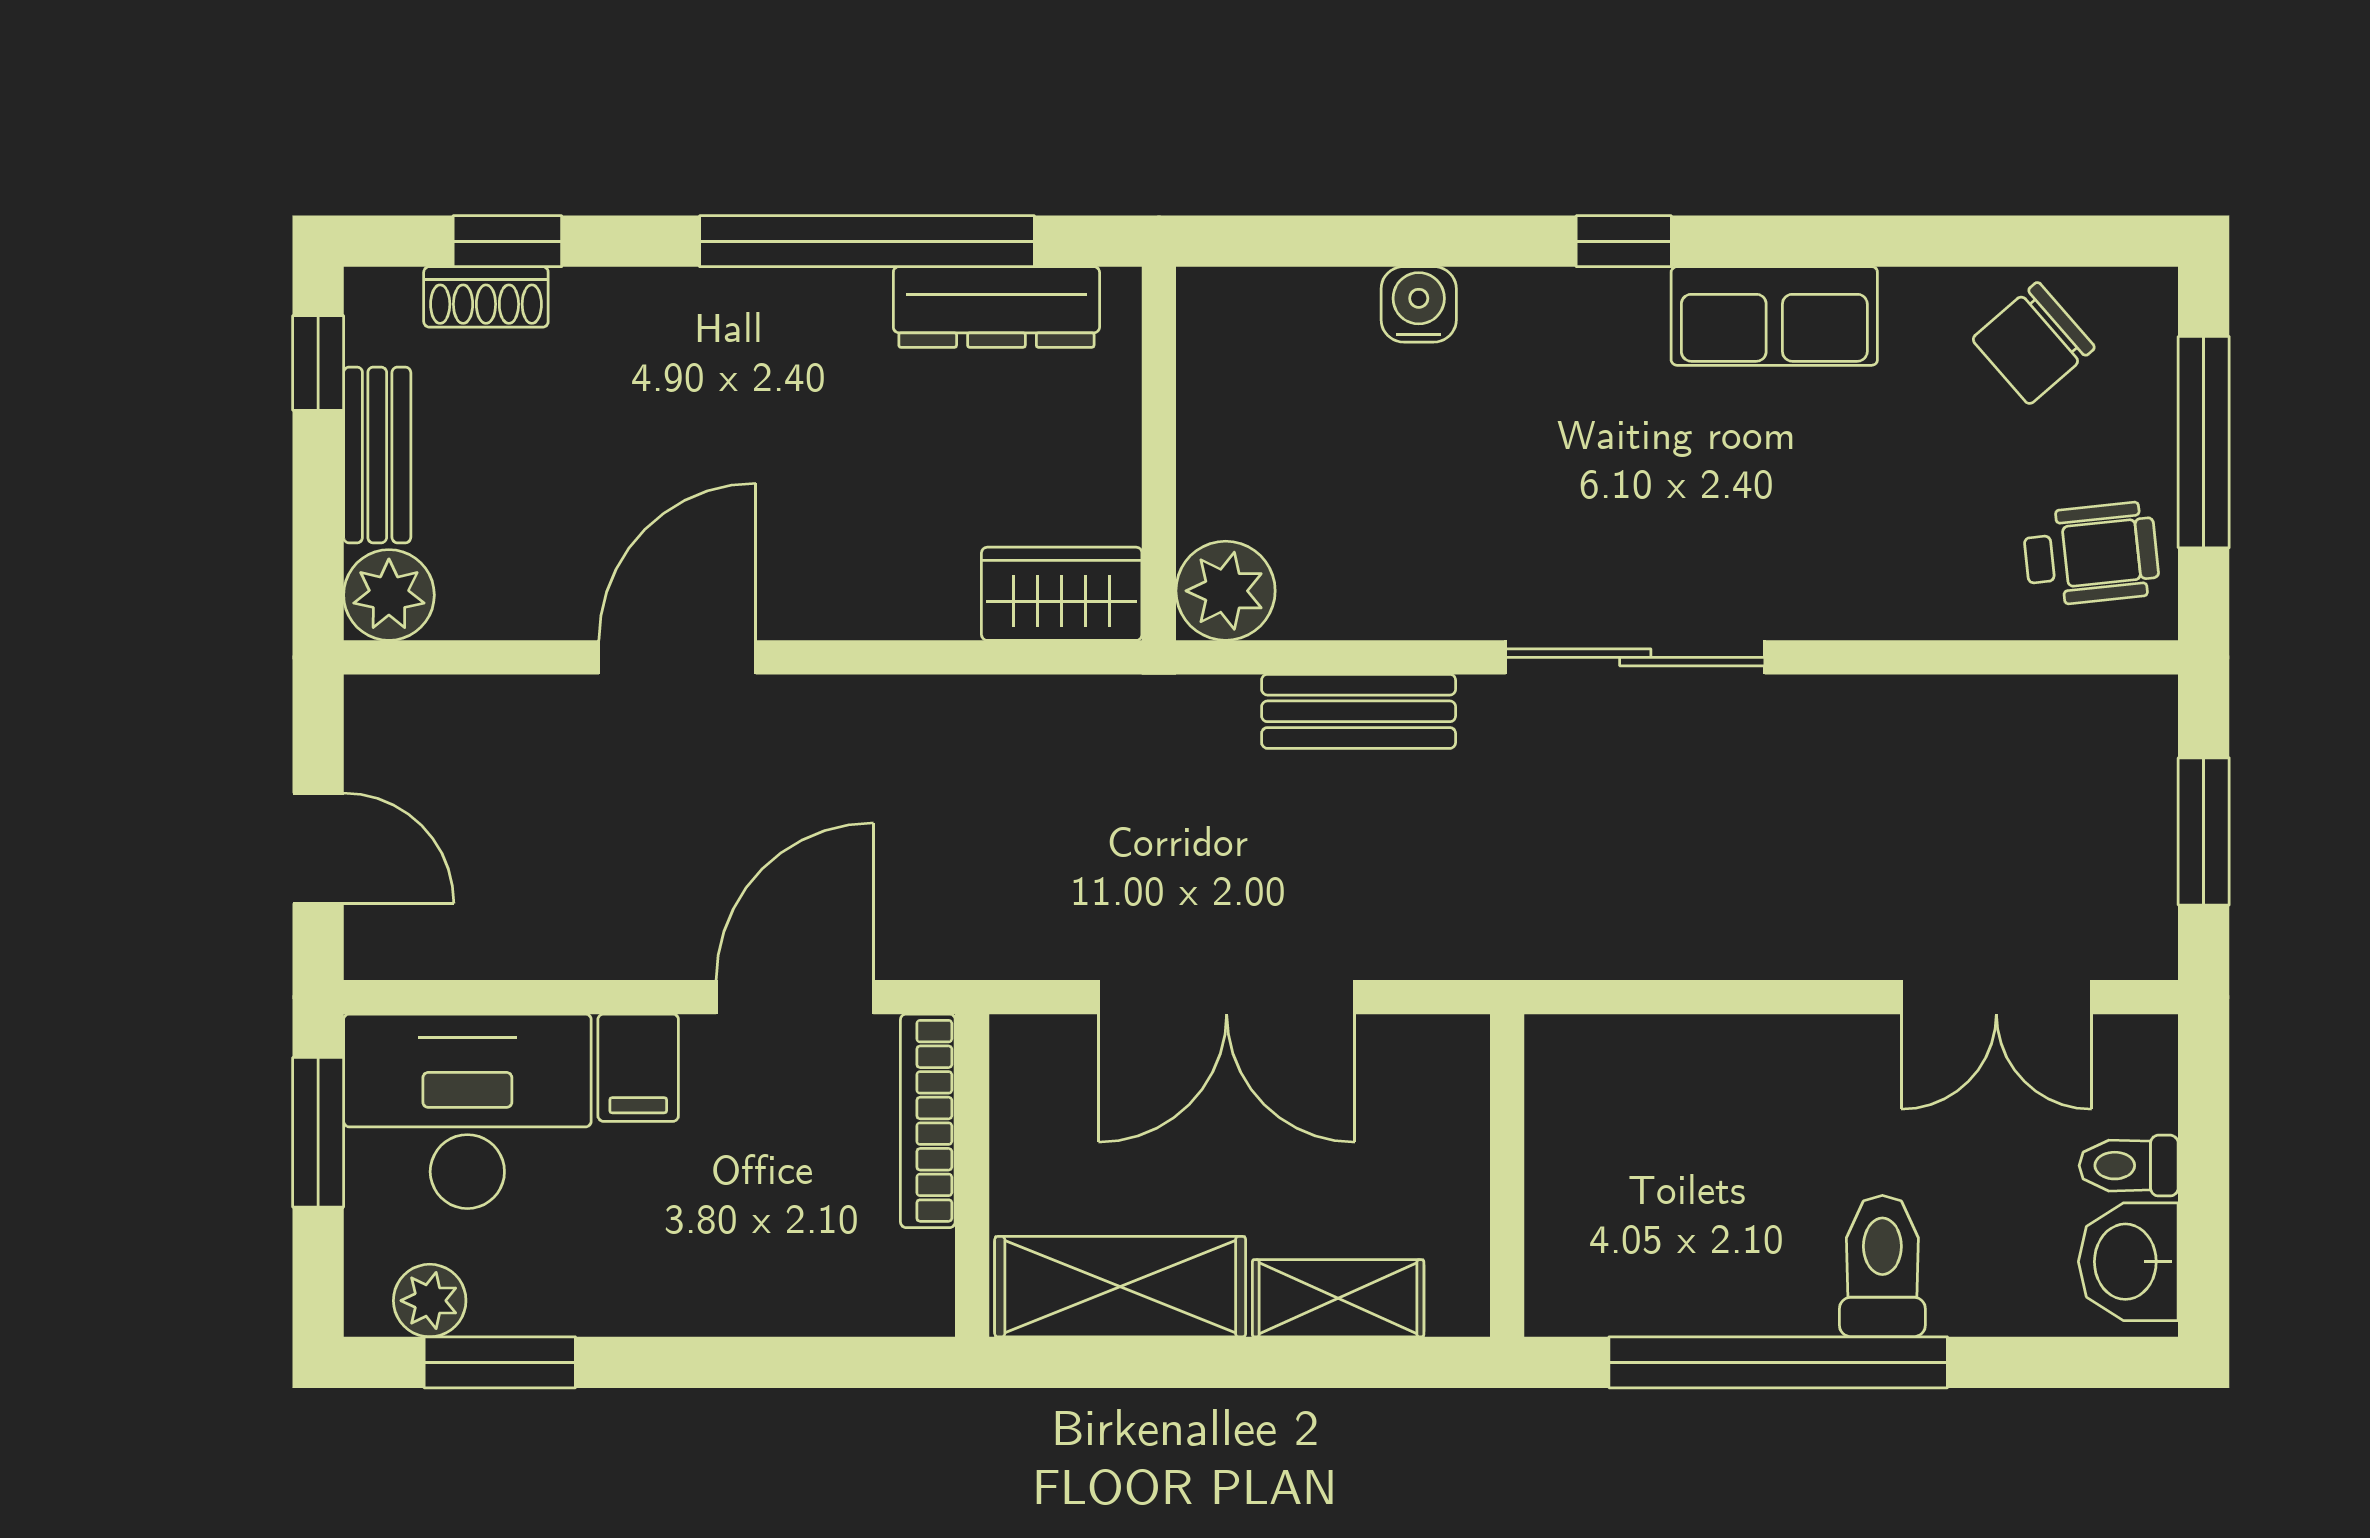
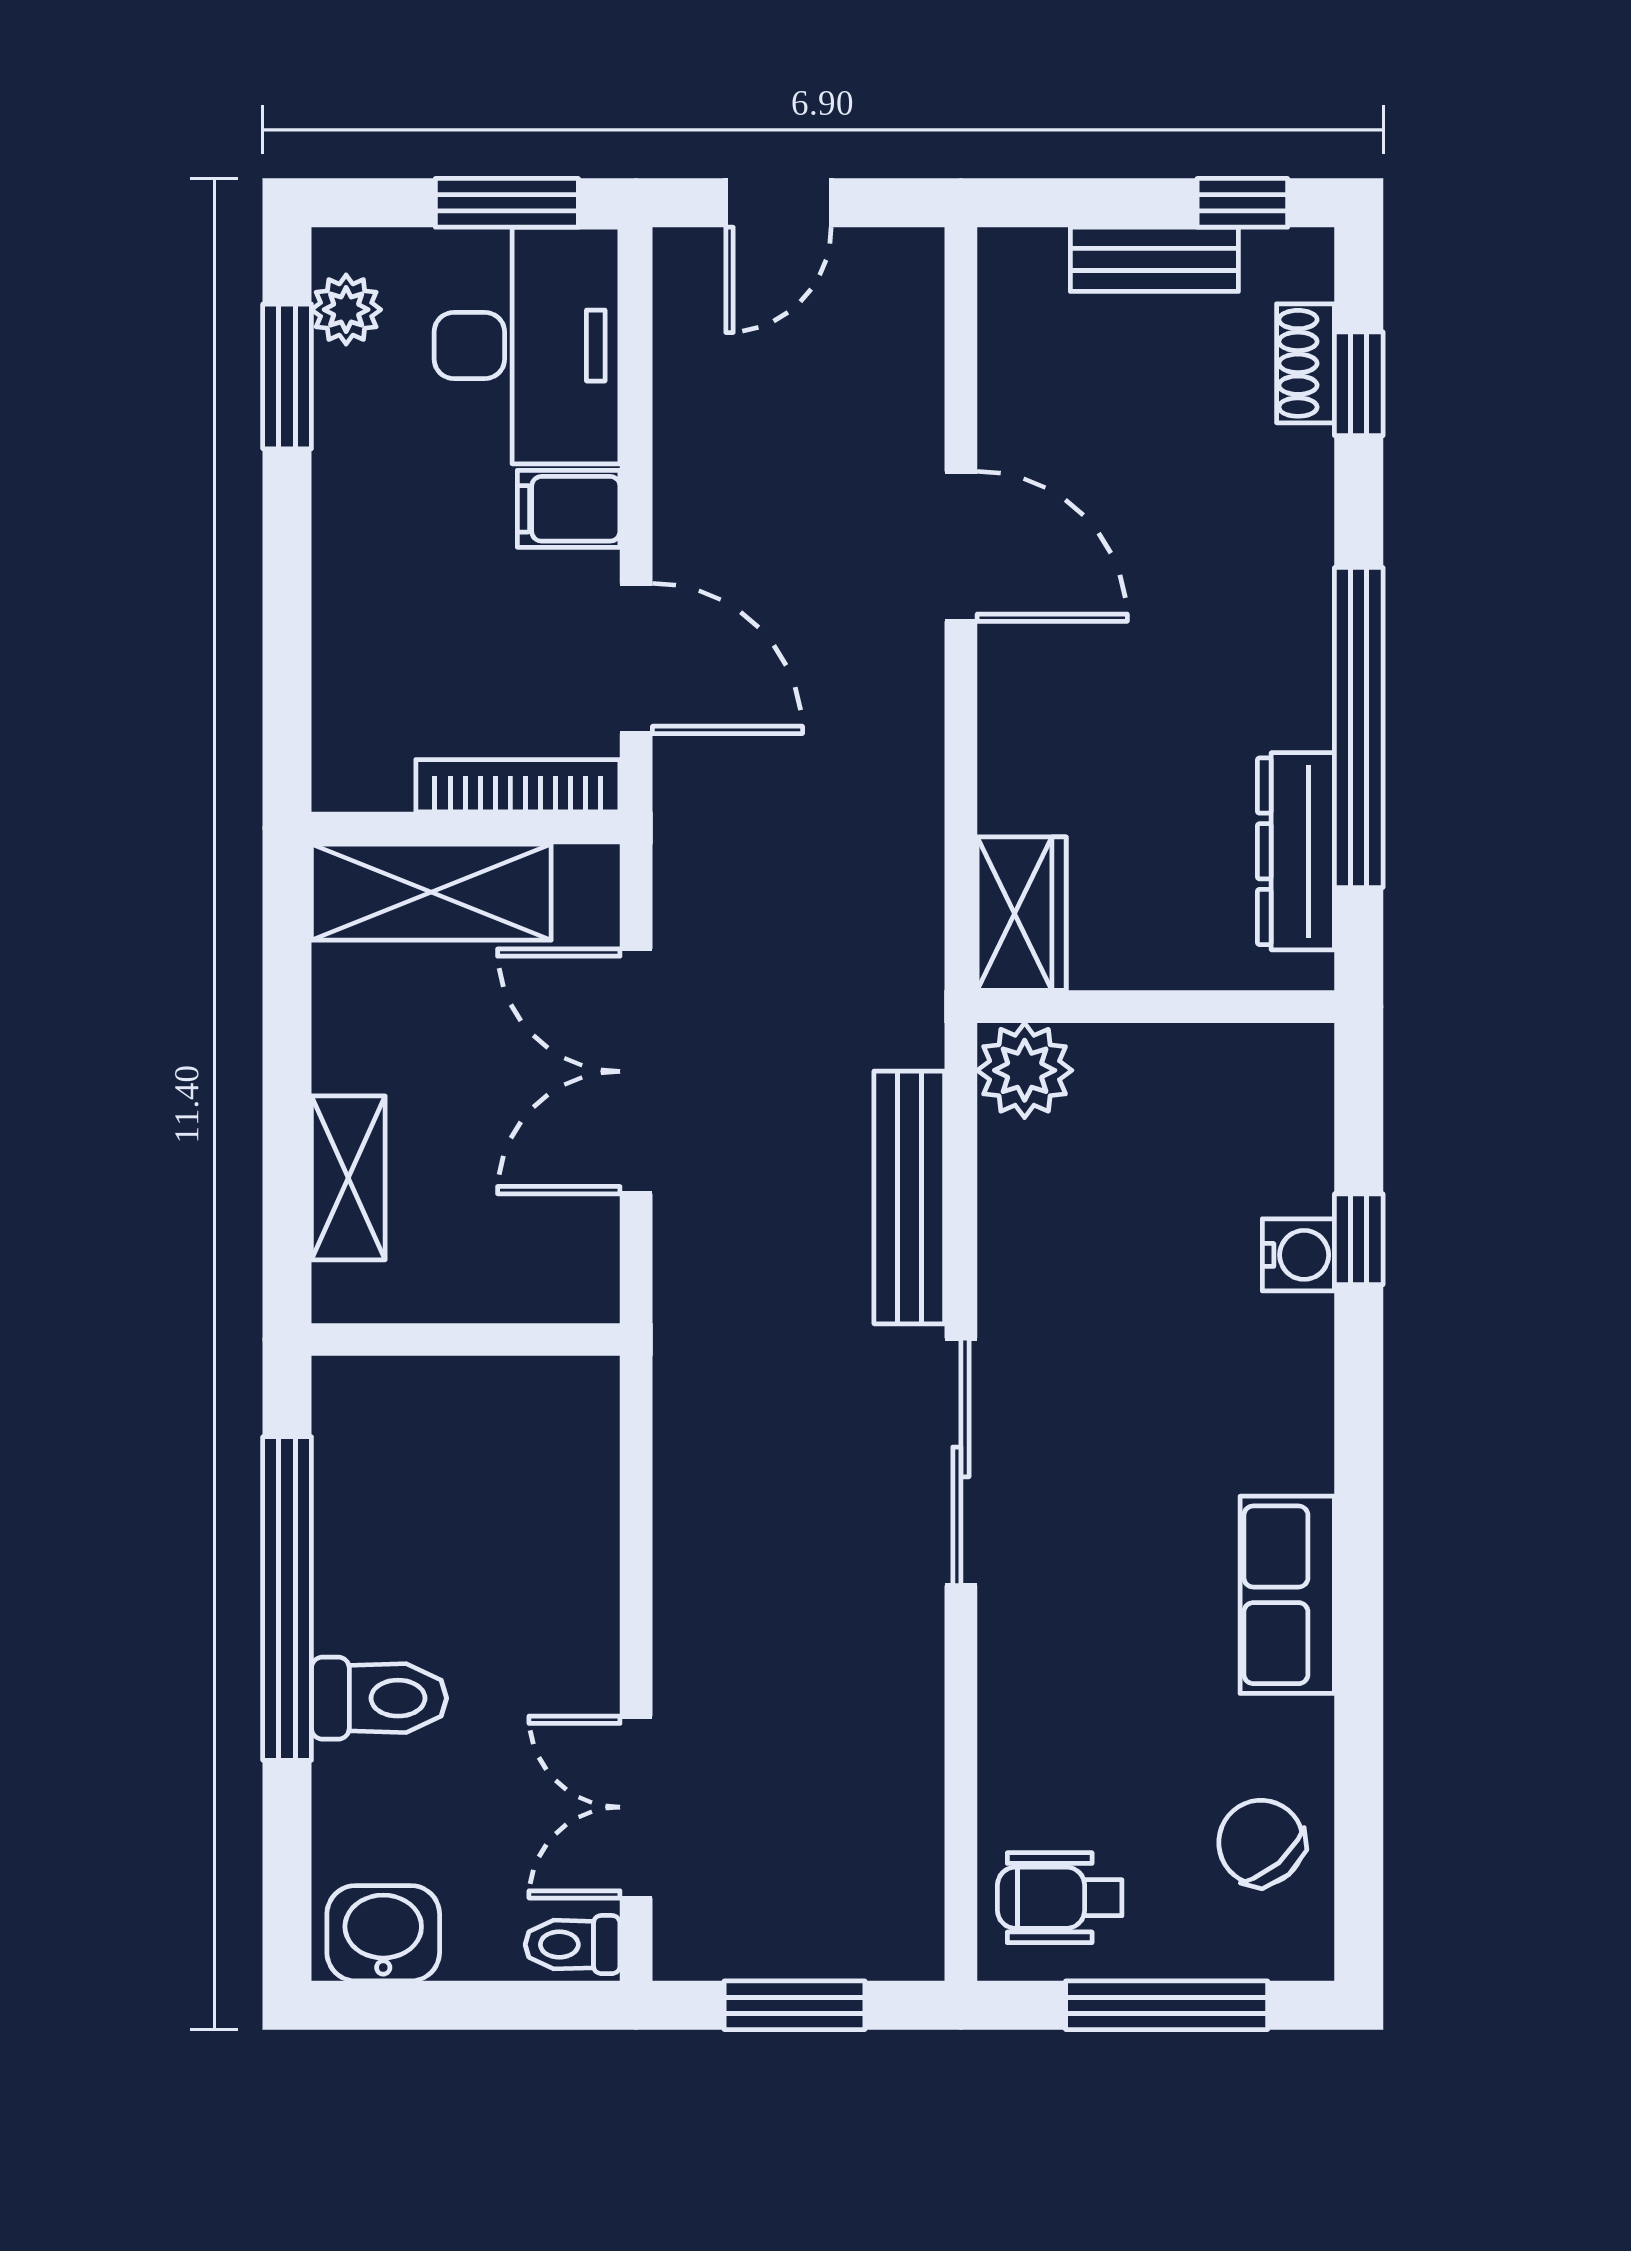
window: (1624, 241) -> (1359, 1239), moved
wheelchair: (2091, 554) -> (1060, 1898), turned 96
plant: (389, 595) -> (1021, 271), removed
bench: (1359, 711) -> (909, 1197), width x1.36
toilet: (2129, 1166) -> (573, 1945), moved, turned -90
shelving: (1120, 1287) -> (431, 892), moved, turned 90

